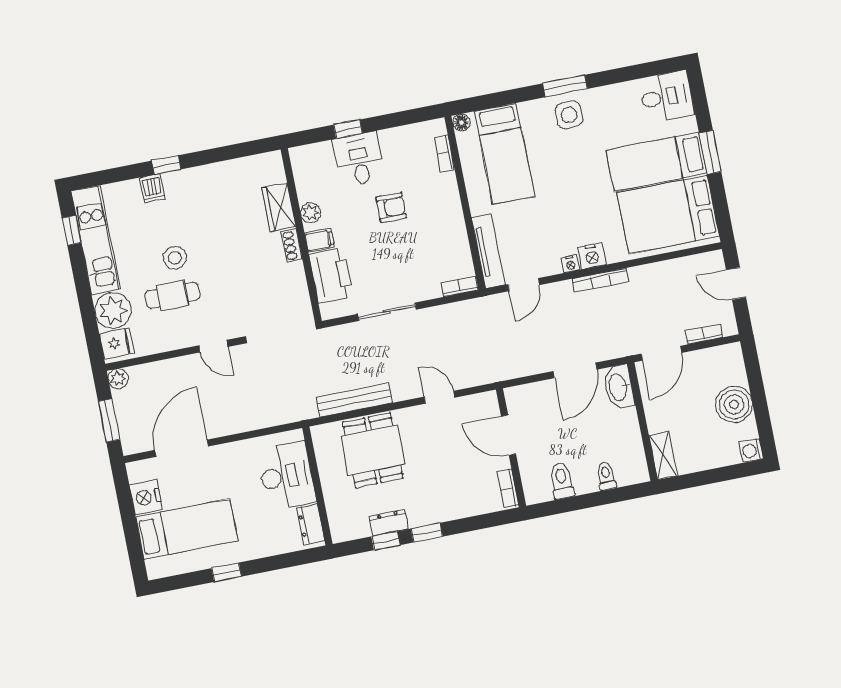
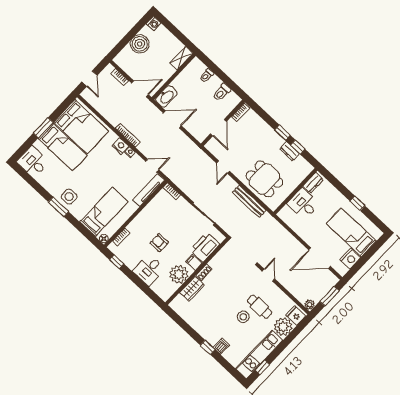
window: (348, 129) -> (117, 262), moved
plant: (311, 213) -> (179, 274), width x1.88, depth x1.88
dining table: (373, 450) -> (264, 179), turned 90
desk: (287, 476) -> (303, 204), width x0.73

